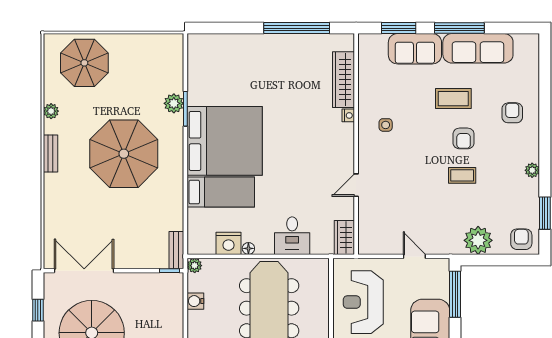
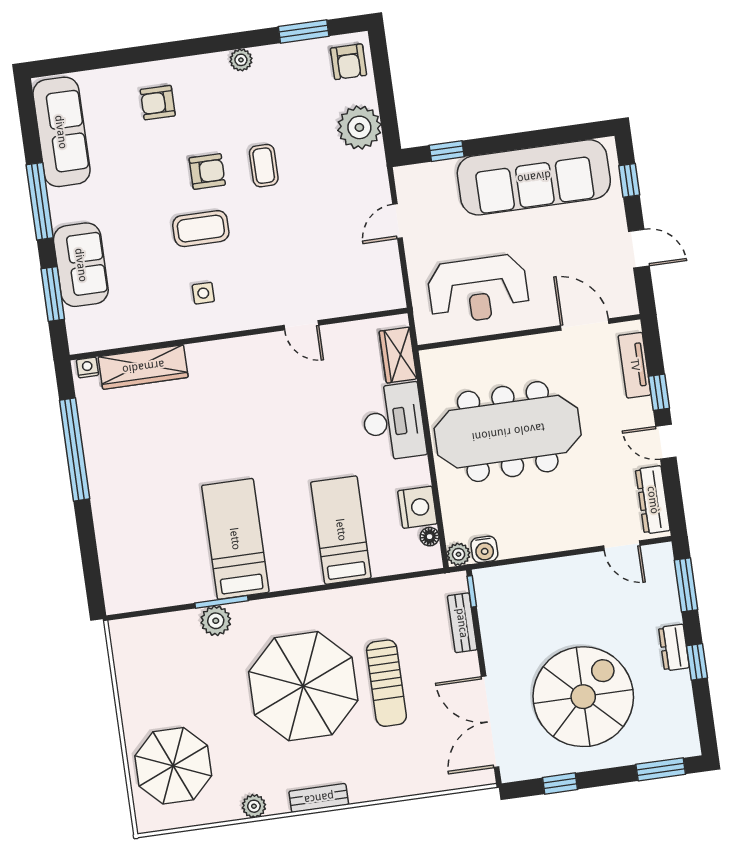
sofa: (478, 48) -> (61, 132), moved
coffee table: (453, 99) -> (201, 229), moved, turned 90
nightstand: (348, 115) -> (87, 368), moved
bed: (225, 141) -> (235, 539), width x0.49
sun lounger: (118, 207) -> (386, 683), added
desk: (292, 236) -> (393, 422), width x1.37
wardrobe: (344, 237) -> (398, 355), moved, turned 90
armchair: (521, 239) -> (348, 62), turned -90
floor lamp: (248, 248) -> (430, 537), moved
bench: (176, 250) -> (462, 623), moved, turned 90
window: (455, 294) -> (447, 151), width x0.46
water cooler: (195, 301) -> (484, 549), moved

